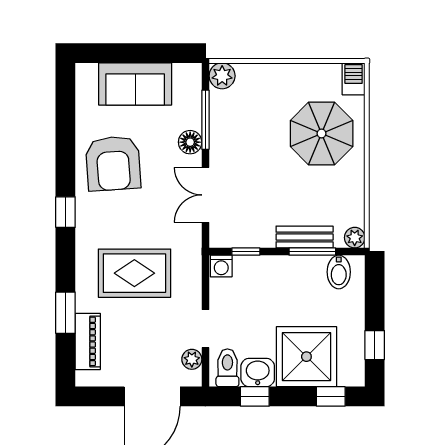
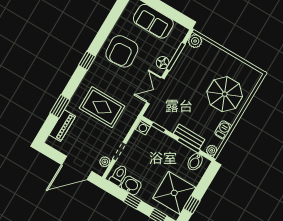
barbecue: (354, 79) -> (223, 130), moved
shower: (306, 357) -> (174, 193), moved
window: (255, 396) -> (133, 201), moved

